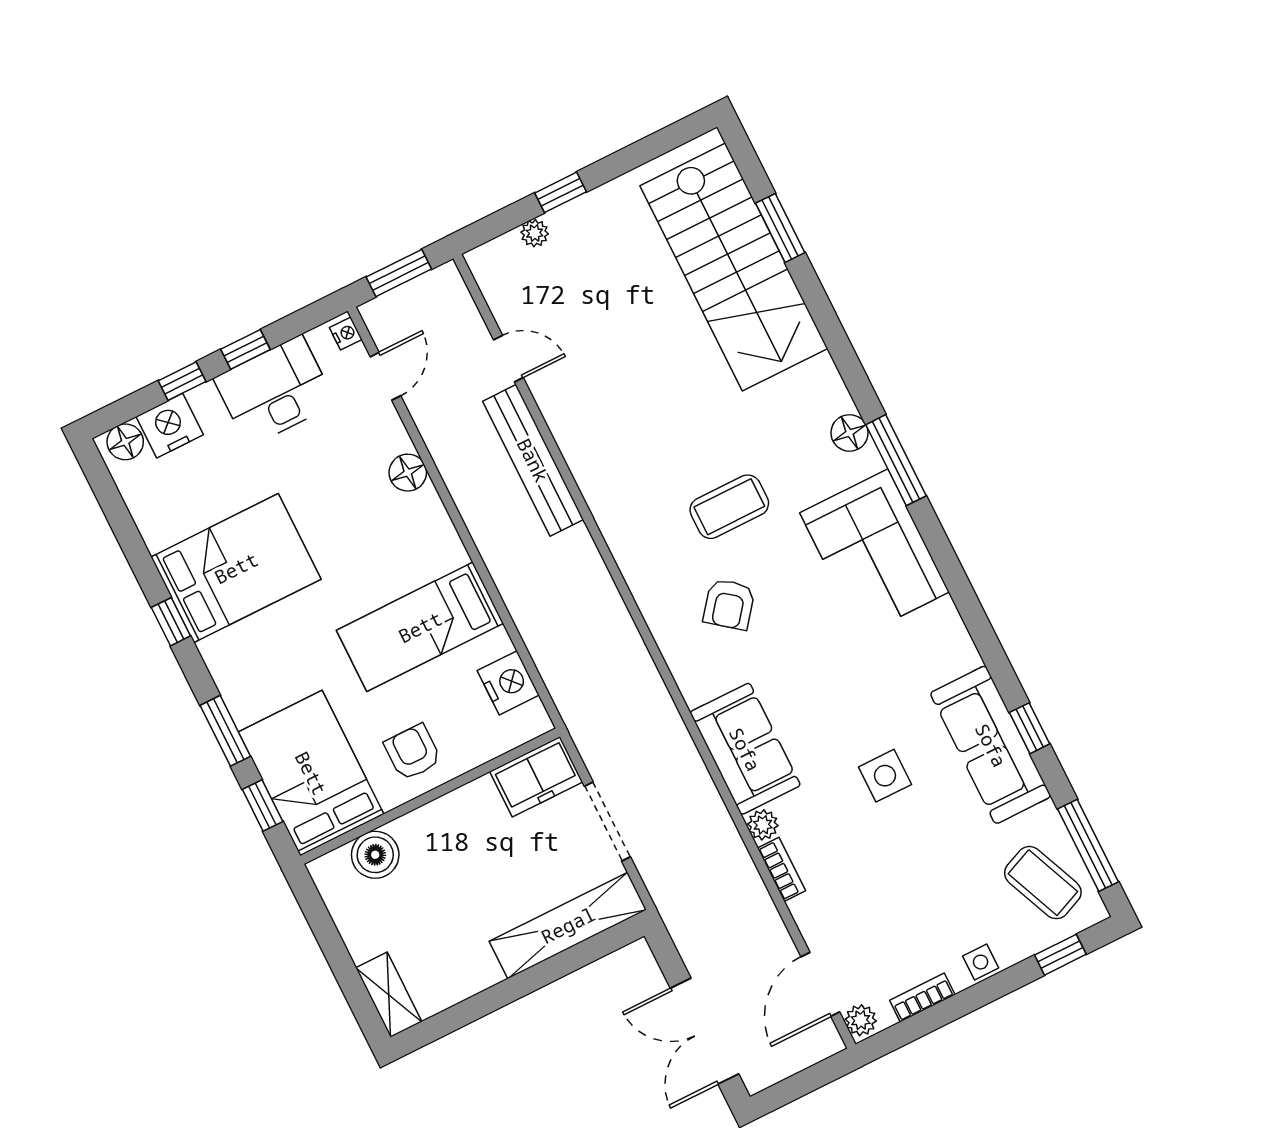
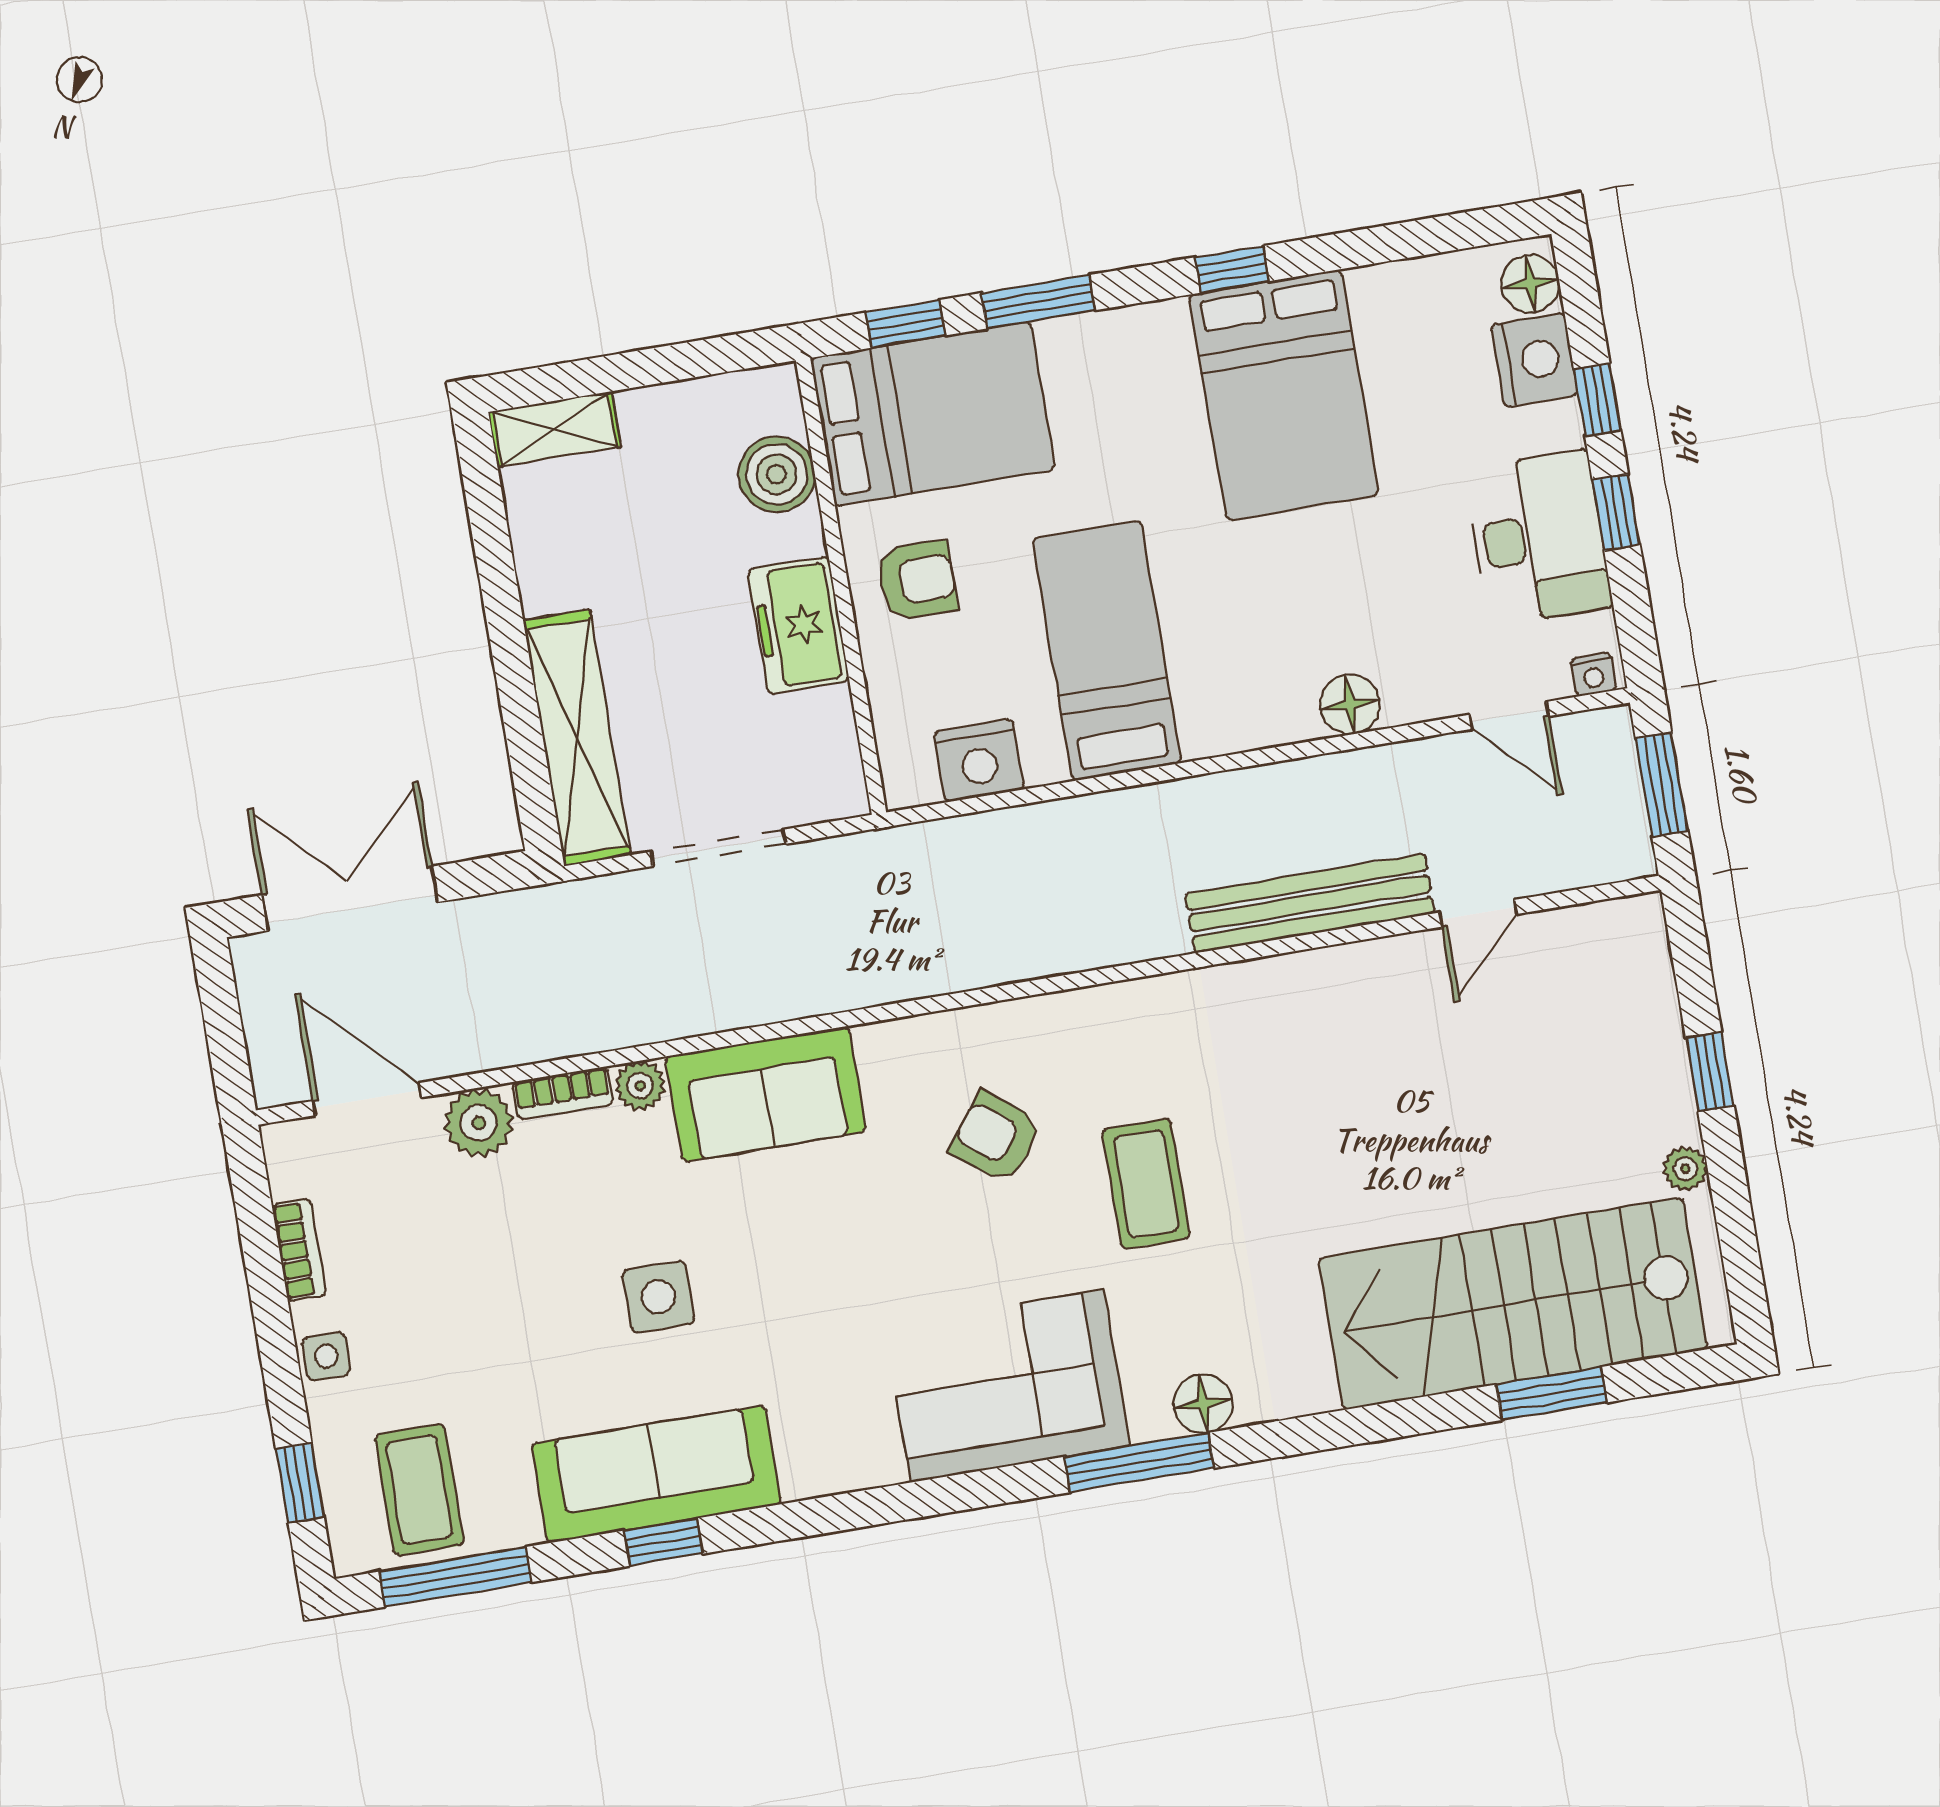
plant: (535, 233) -> (1685, 1169), moved
freezer: (536, 777) -> (799, 625), moved
coffee table: (1043, 883) -> (419, 1490), turned -67
plant: (861, 1020) -> (479, 1123), moved, width x1.38, depth x1.38

